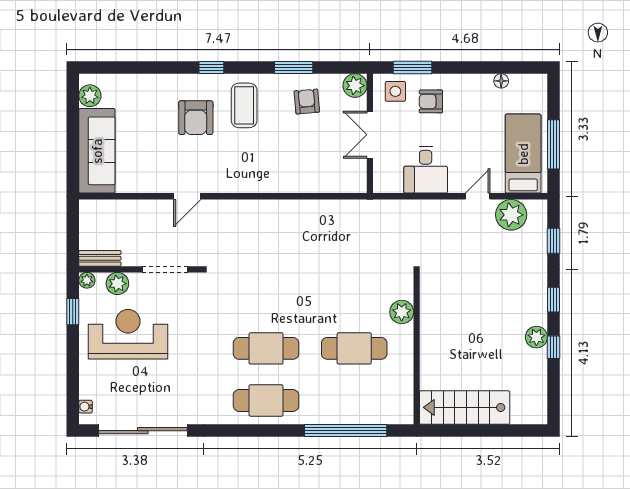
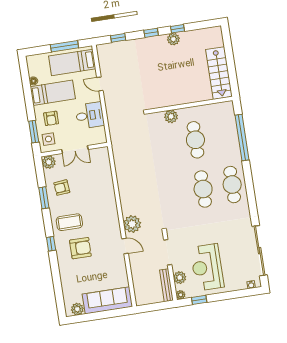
bed: (475, 111) -> (53, 93), added
plant: (511, 215) -> (132, 224), moved
bench: (100, 258) -> (166, 285), width x1.36

